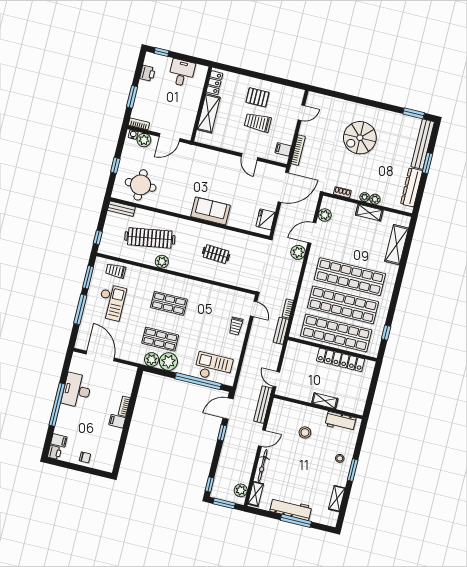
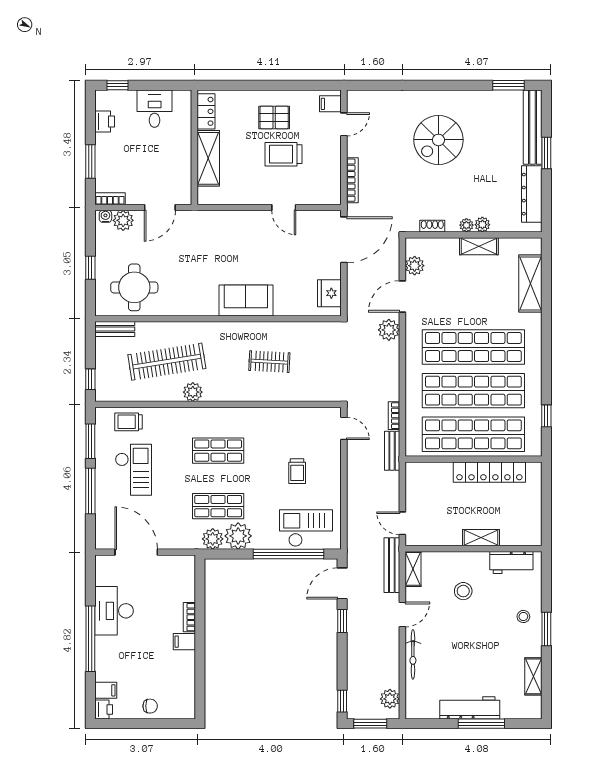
filing cabinet: (283, 149) -> (330, 104), moved
trolley: (236, 326) -> (297, 471), moved
shelving: (256, 494) -> (413, 569), moved

